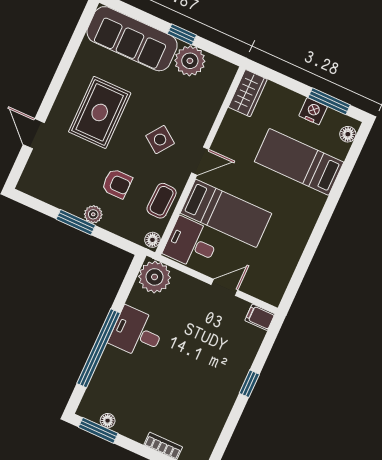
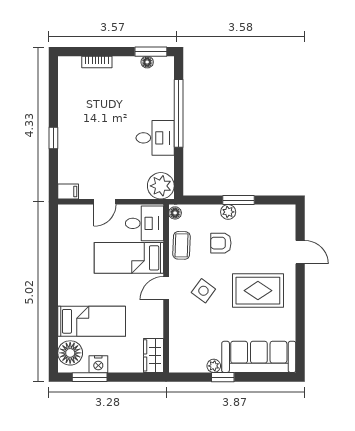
plant: (190, 61) -> (214, 366), width x0.53, depth x0.53
rug: (100, 112) -> (258, 291), turned 90
floor lamp: (348, 134) -> (70, 353), width x1.89, depth x1.89

